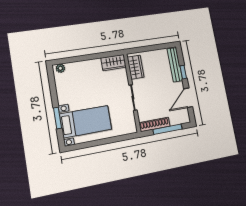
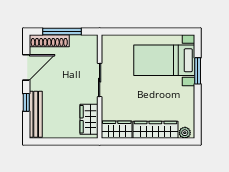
wardrobe: (84, 67) -> (155, 130), added
shoe rack: (155, 124) -> (49, 41), moved

